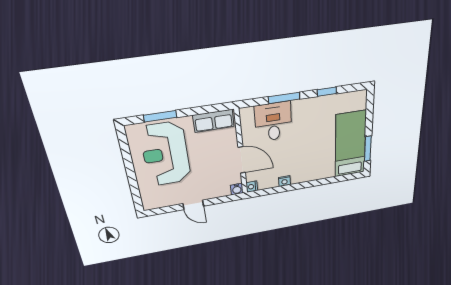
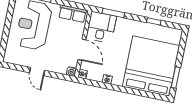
window: (284, 98) -> (113, 13), moved
desk: (273, 122) -> (101, 27), moved
bed: (350, 144) -> (151, 66), width x2.04

